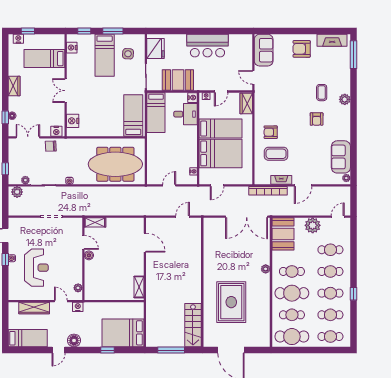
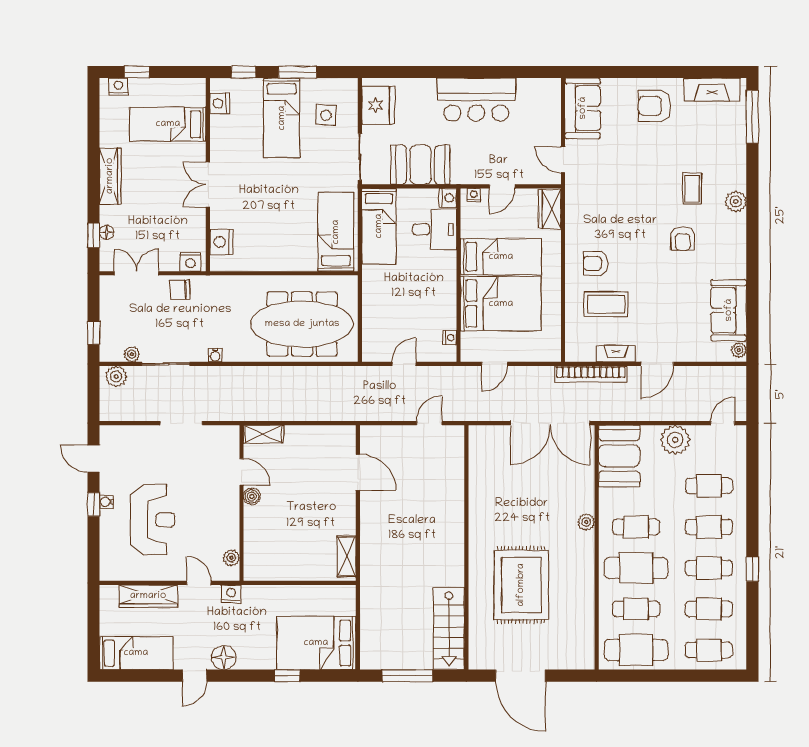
wardrobe: (14, 86) -> (110, 176), width x1.50

